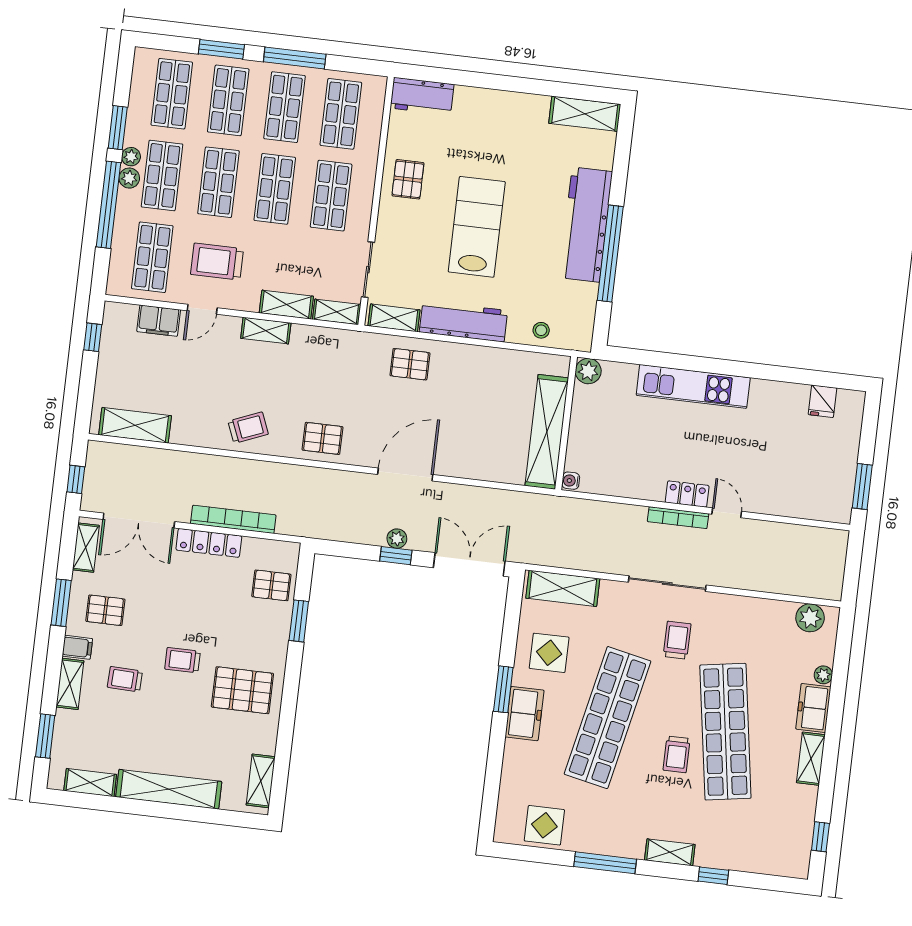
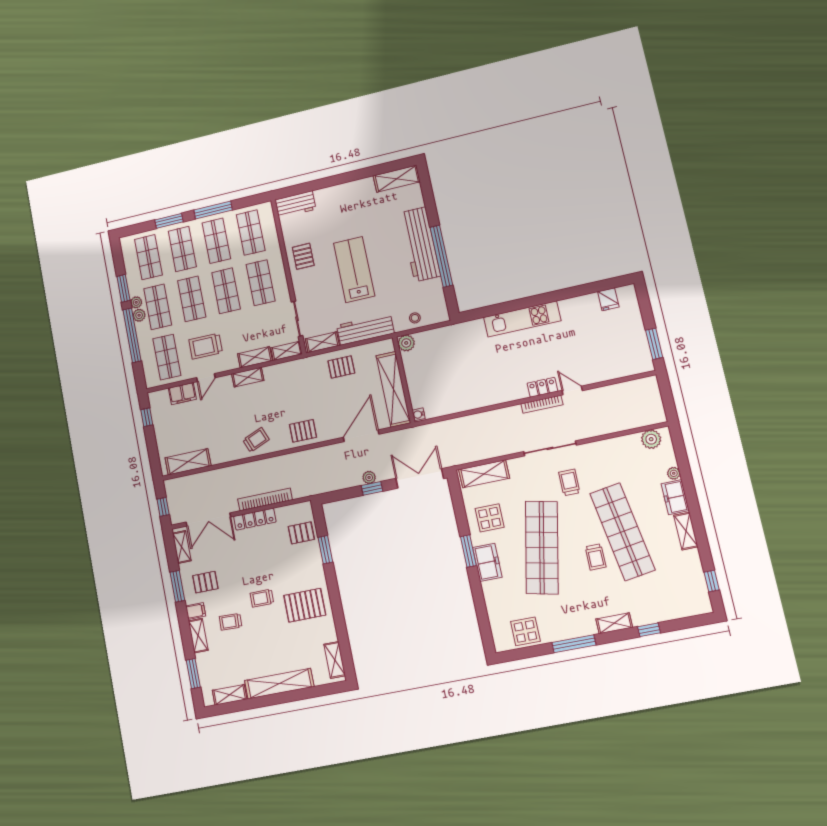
plant: (588, 371) -> (406, 343), moved
wall: (566, 423) -> (404, 380), moved
shelving: (547, 432) -> (393, 389), moved
water cooler: (571, 481) -> (418, 414), moved

